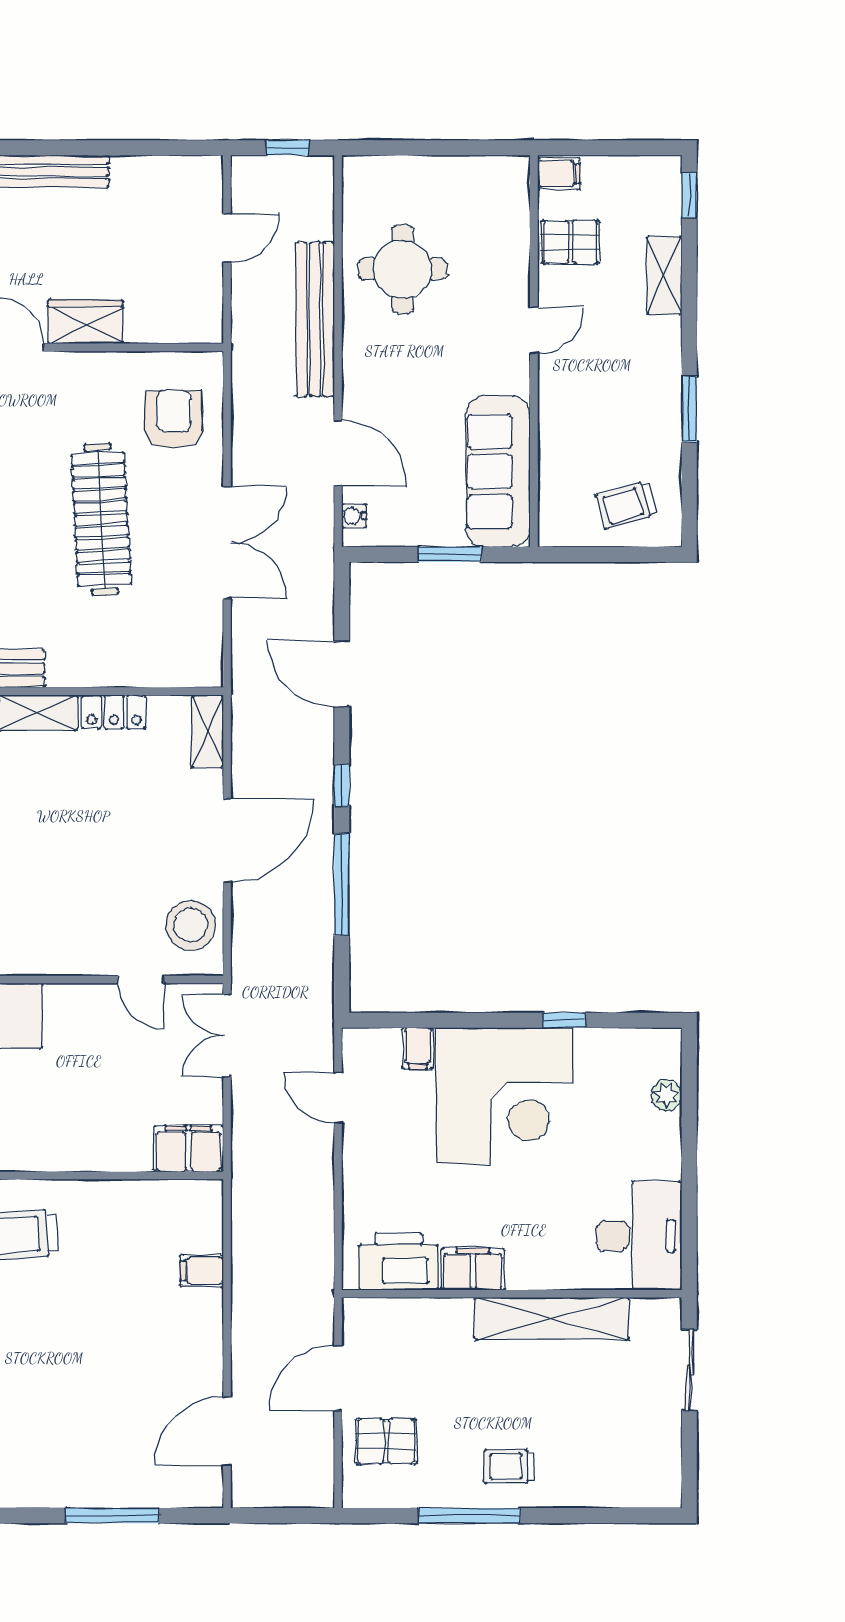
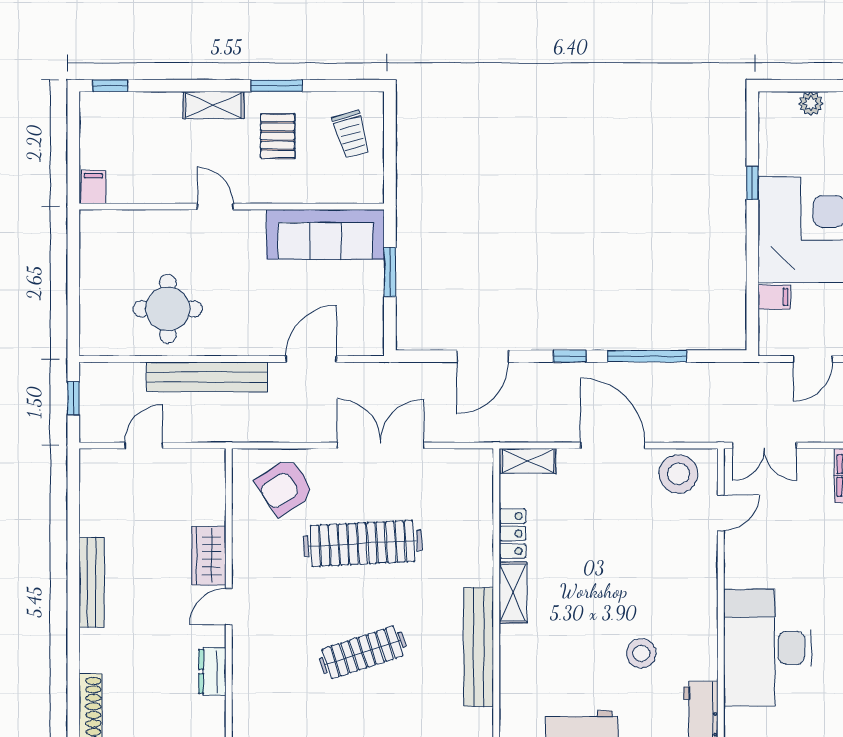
door: (227, 238) -> (144, 445), hinge flipped
pallet: (571, 242) -> (278, 136), moved
shelving: (664, 275) -> (214, 105), moved
armchair: (174, 419) -> (285, 487), turned -33
water cooler: (354, 516) -> (360, 347), removed

